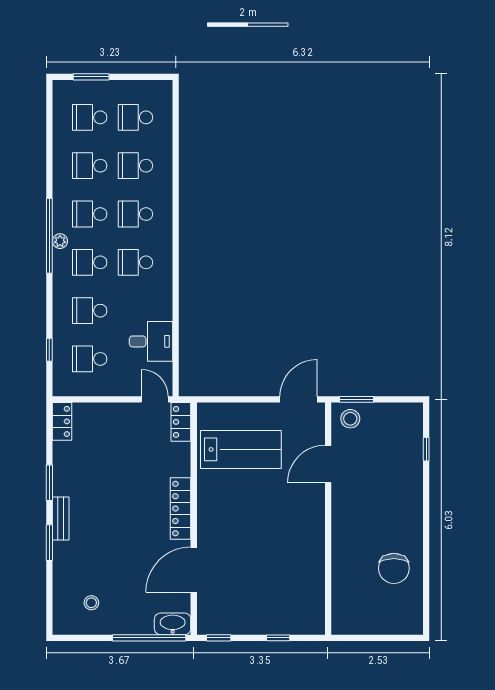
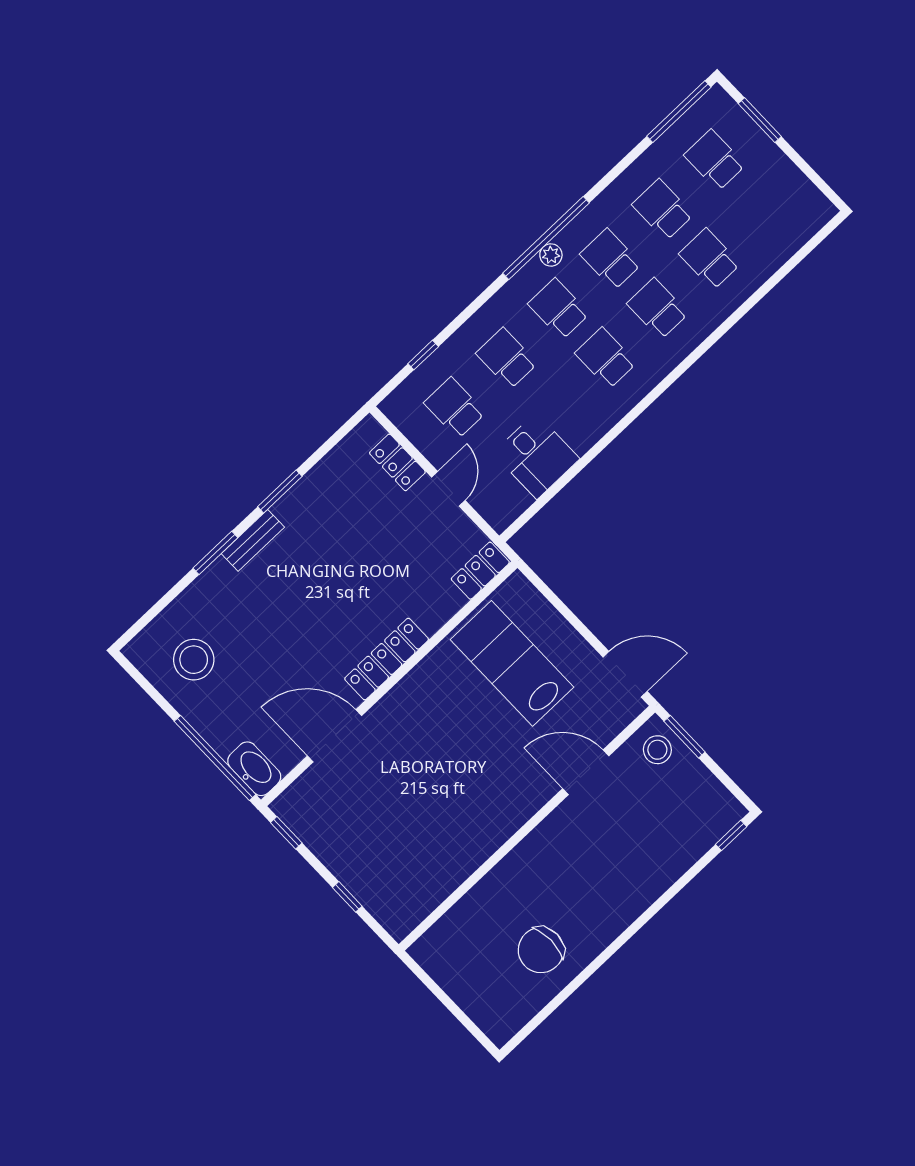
window: (49, 112) -> (679, 112), added
school desk: (135, 117) -> (762, 209), removed
door: (155, 399) -> (448, 489), moved
locker: (62, 421) -> (397, 462), moved, turned 90
lab bench: (241, 449) -> (512, 663), turned 180
window: (426, 449) -> (731, 835), moved
stool: (91, 603) -> (194, 660), width x1.89, depth x1.89

